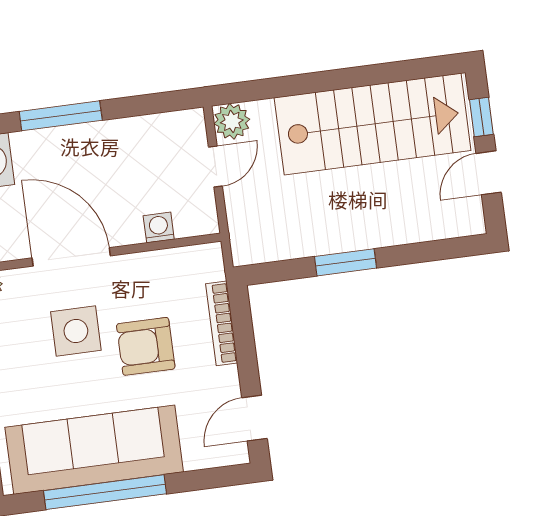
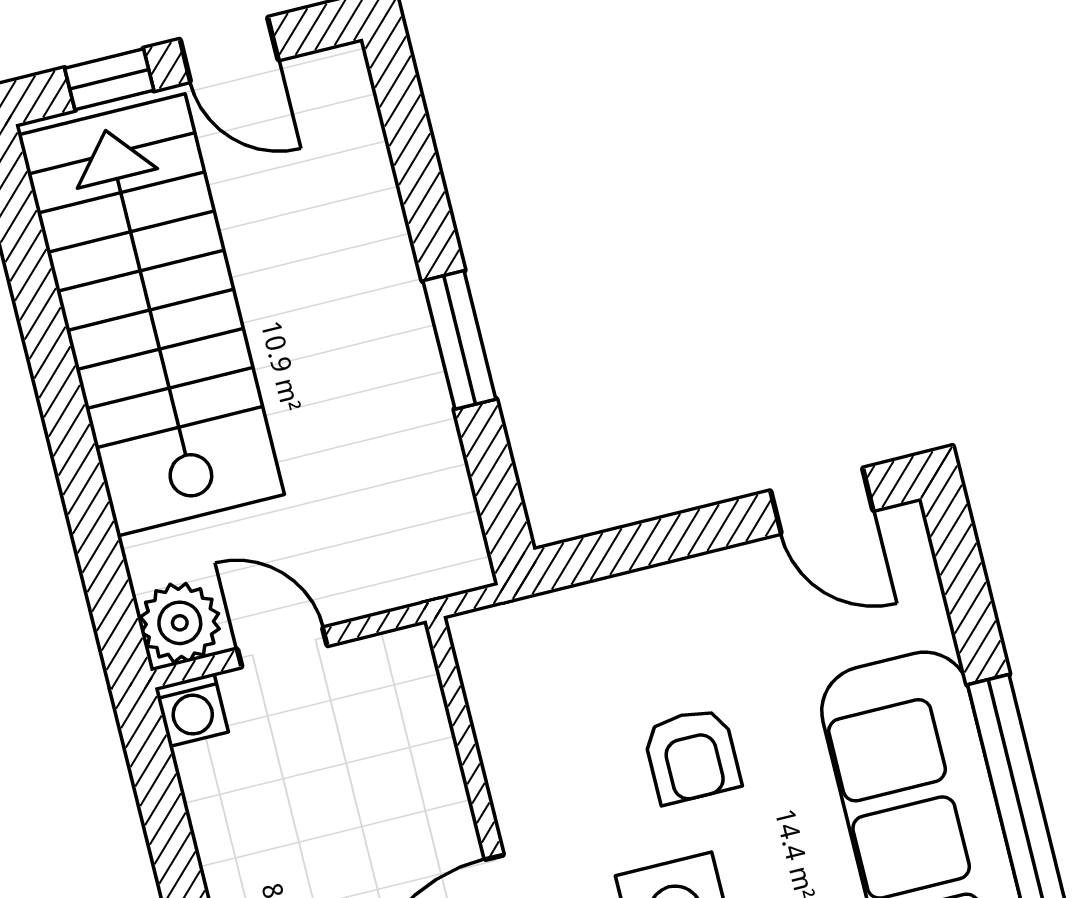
washing machine: (159, 227) -> (192, 710), moved, turned -90
bookcase: (222, 323) -> (623, 596), removed
armchair: (146, 346) -> (692, 756), width x0.72, depth x0.72

